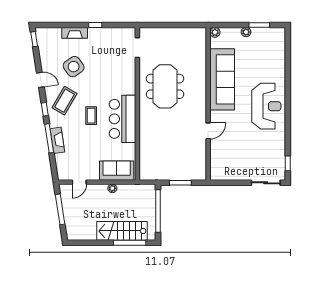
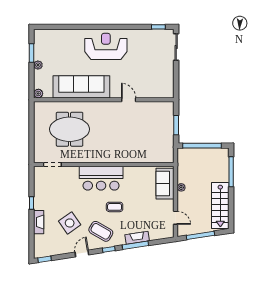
meeting table: (165, 86) -> (70, 129), moved
bar counter: (123, 119) -> (101, 178), moved
stairs: (122, 231) -> (220, 206), moved

